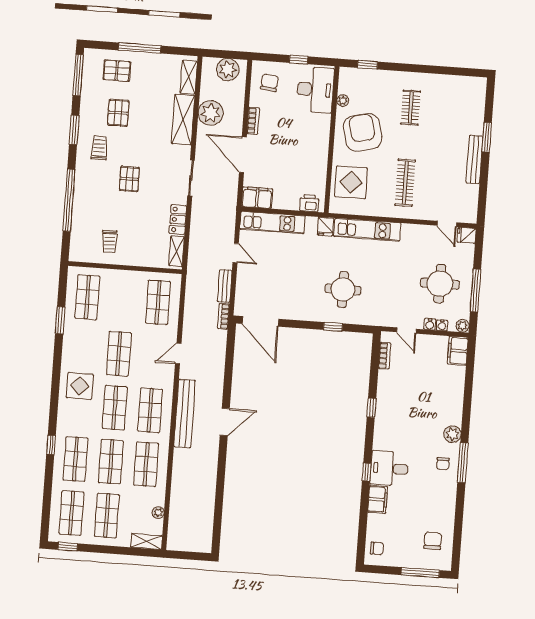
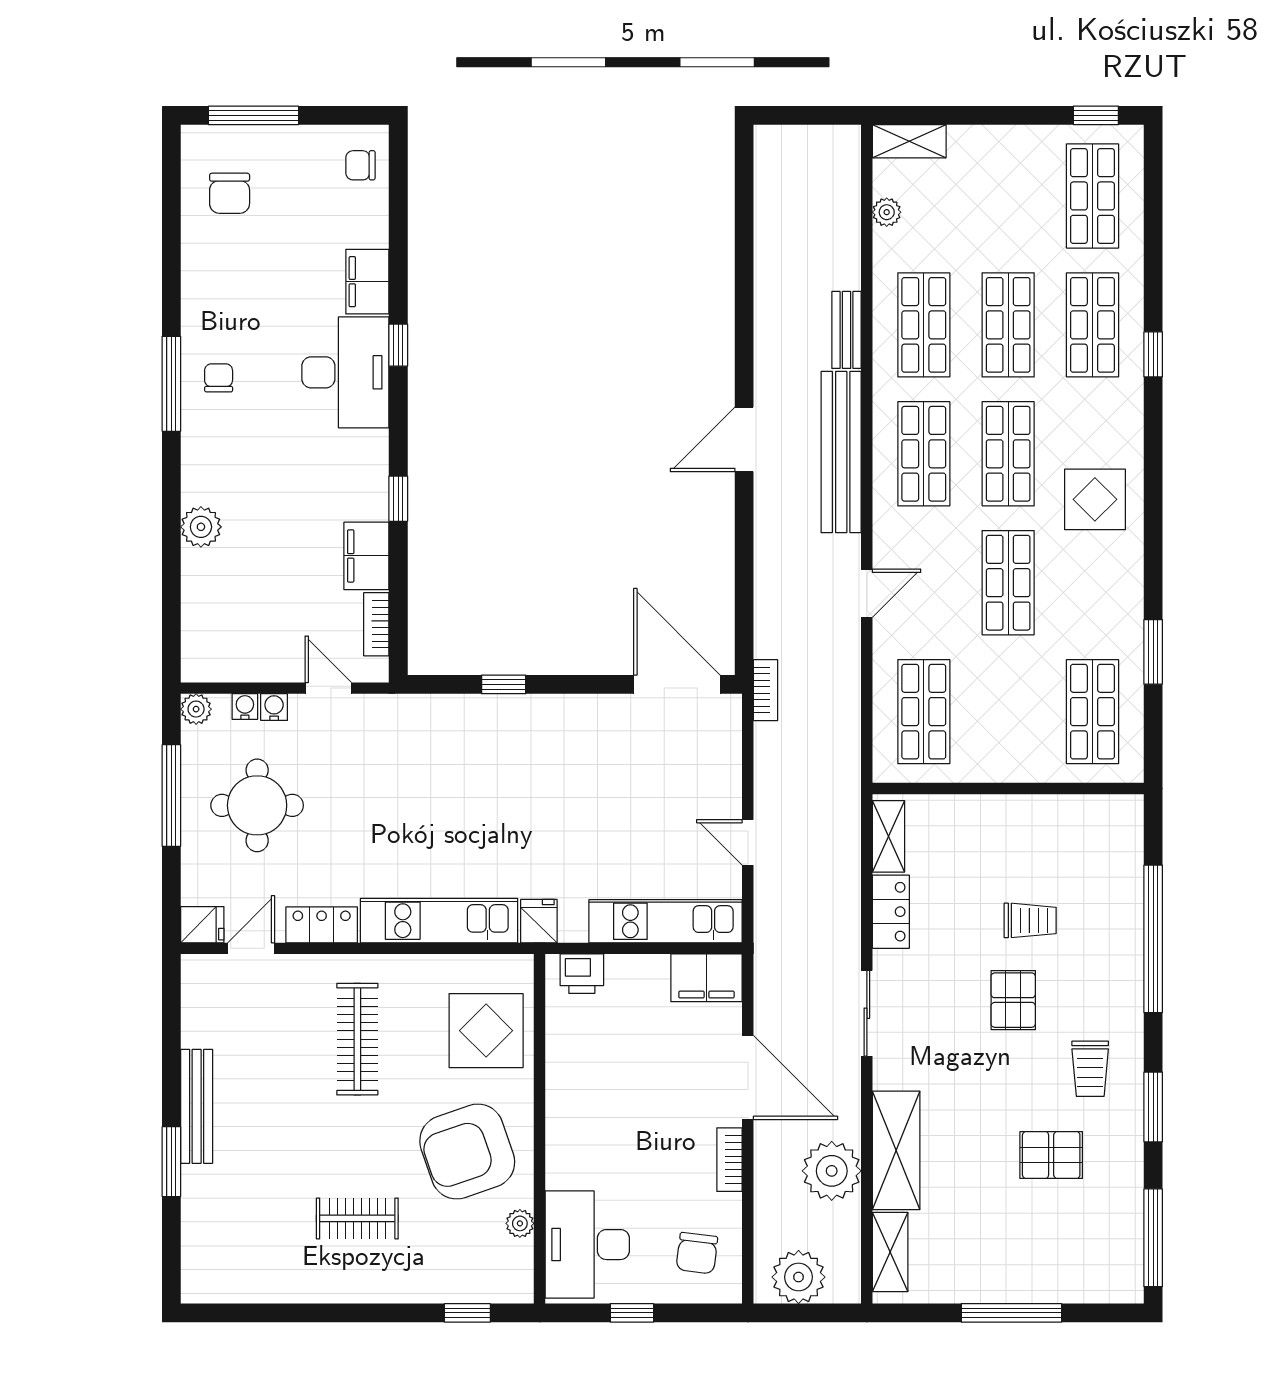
pallet: (117, 71) -> (1062, 1255), removed
clothes rail: (411, 108) -> (357, 1218), turned 90
pallet: (118, 113) -> (1051, 1155), turned 90
armchair: (363, 132) -> (467, 1152), turned 85
door: (447, 224) -> (251, 948), hinge flipped
locker: (417, 232) -> (322, 925), added
trolley: (110, 241) -> (1030, 920), moved, turned 93
bench: (225, 286) -> (847, 330), moved
round table: (343, 290) -> (487, 774), removed
filing cabinet: (458, 351) -> (366, 556), moved, turned 180
plant: (452, 434) -> (201, 527), moved
desk: (389, 468) -> (345, 372), width x1.37
shop shelf: (107, 516) -> (1008, 196), removed

